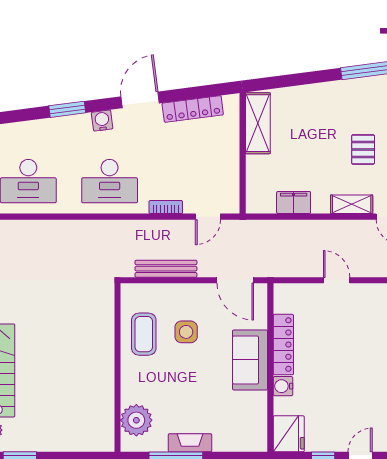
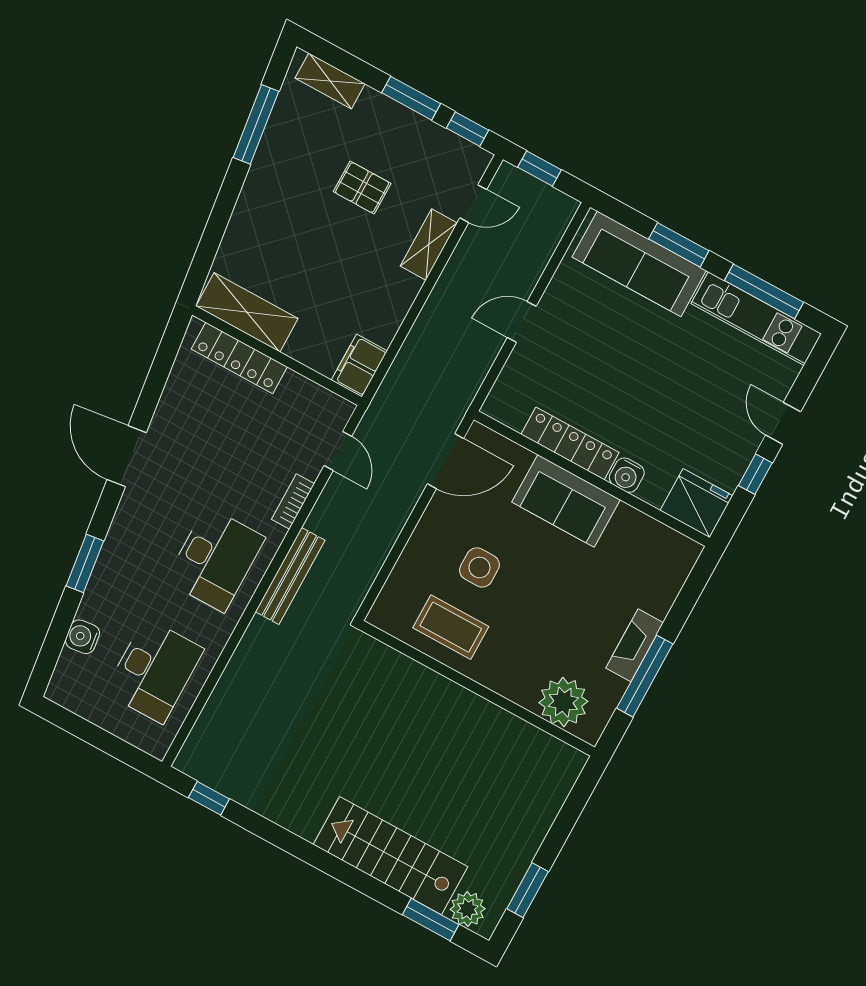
locker: (193, 109) -> (239, 358), moved, turned 97
water cooler: (102, 121) -> (82, 637), moved
filing cabinet: (294, 203) -> (359, 366), moved
bench: (166, 269) -> (290, 576), moved

